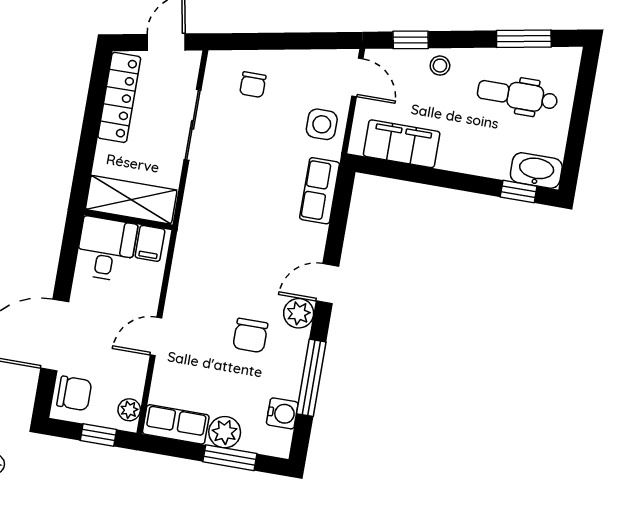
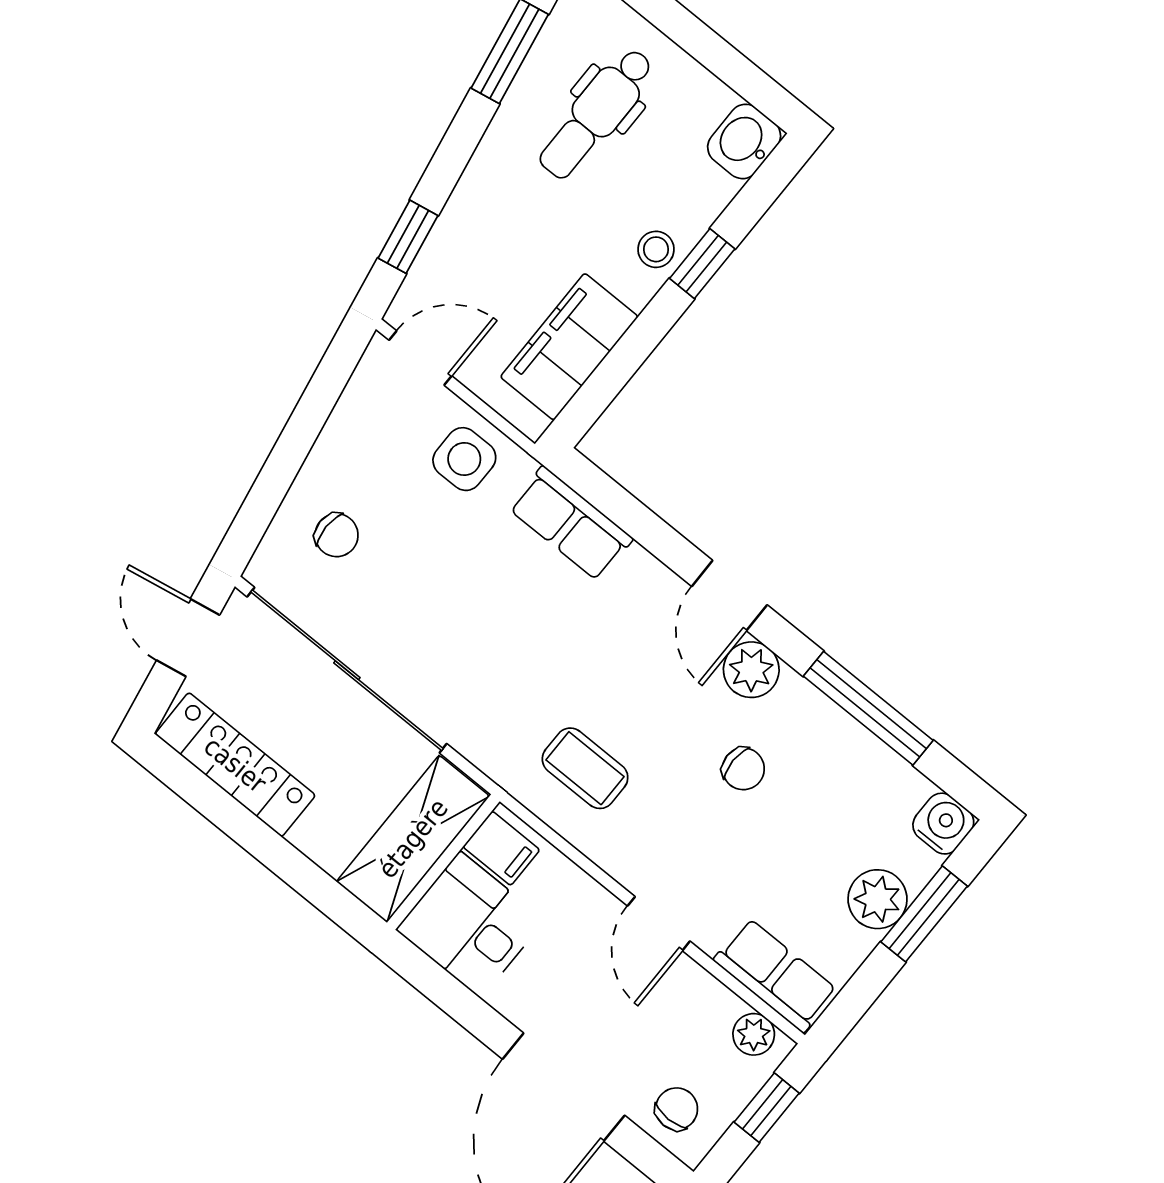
stool: (440, 66) -> (656, 249), moved
sliding door: (193, 125) -> (347, 670), width x1.86
washbasin: (536, 170) -> (744, 141), width x0.72
window: (519, 192) -> (702, 264), moved
coffee table: (209, 262) -> (585, 768), added
chair: (250, 335) -> (743, 769), width x0.73, depth x0.73
chair: (74, 393) -> (677, 1109), width x0.73, depth x0.73
water cooler: (282, 413) -> (943, 824), moved
row of seats: (176, 424) -> (776, 975), moved, turned 90

